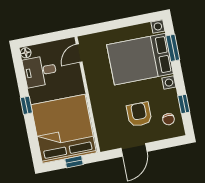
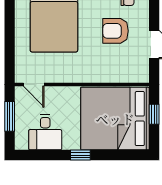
window: (48, 38) -> (10, 116), added
floor lamp: (26, 53) -> (22, 144), removed

